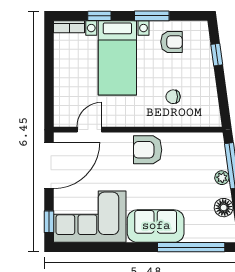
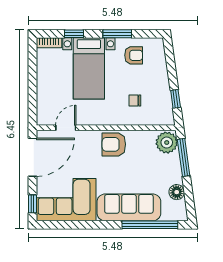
window: (217, 55) -> (176, 99), moved
plant: (222, 178) -> (167, 143), moved, width x1.87, depth x1.87
sofa: (156, 226) -> (129, 207), width x1.36

